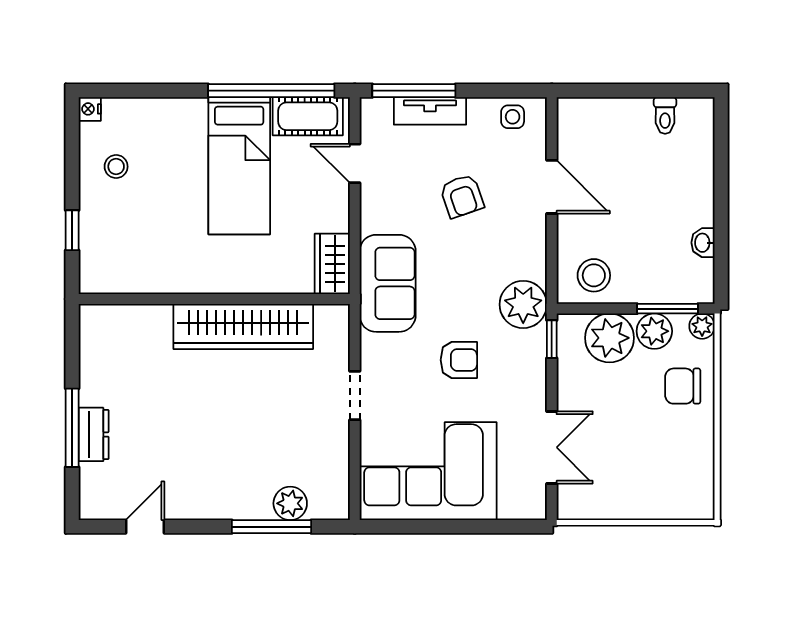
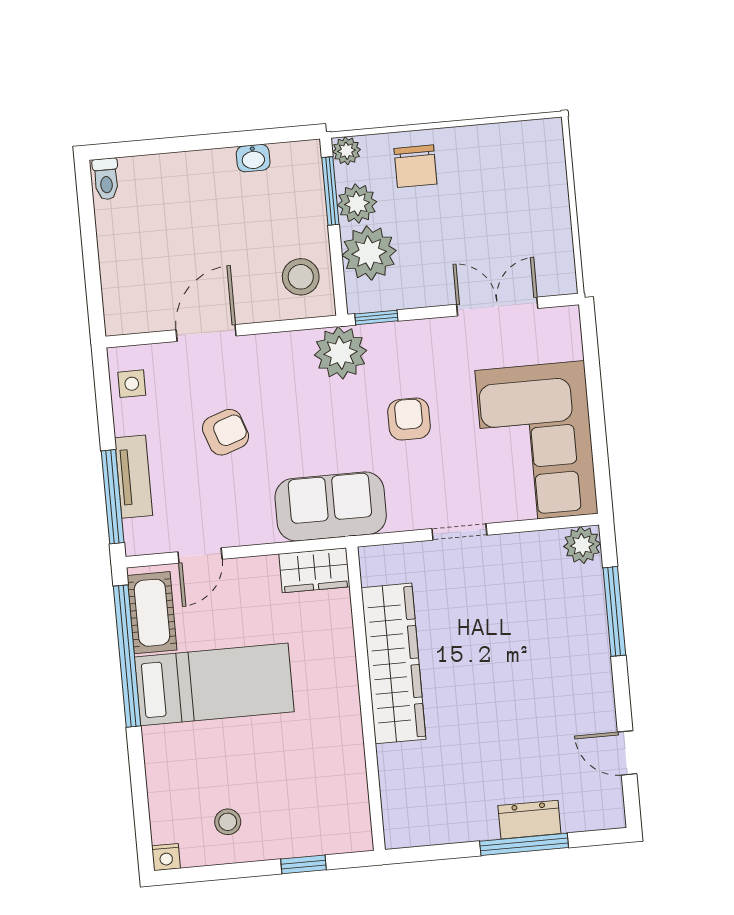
toilet: (665, 115) -> (106, 179), moved, turned 90
plant: (290, 503) -> (582, 545), moved

